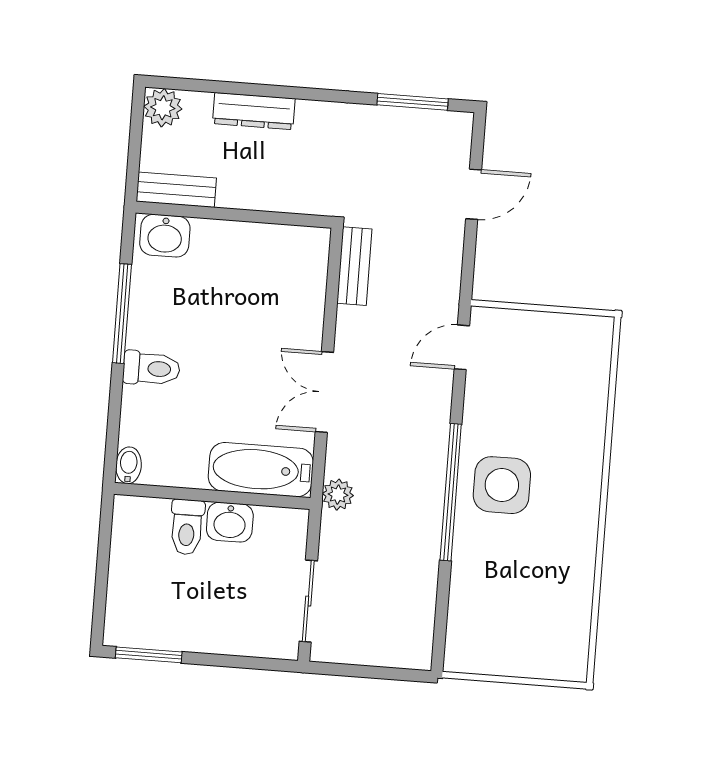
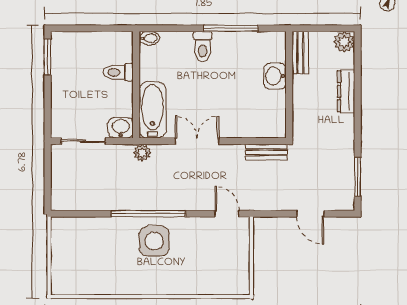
washbasin: (165, 236) -> (275, 76), moved
washbasin: (230, 522) -> (121, 128), moved, turned 90

